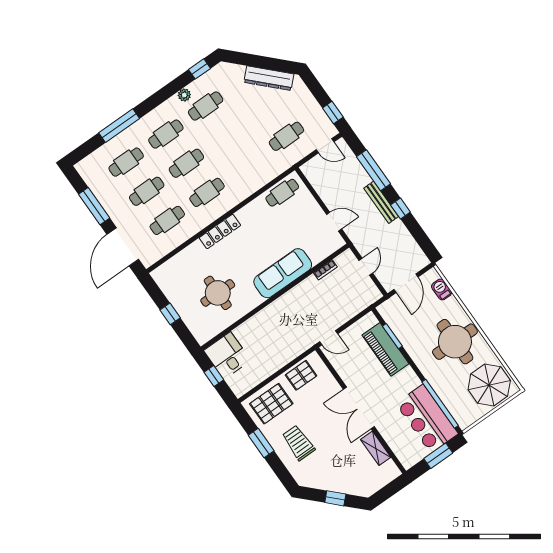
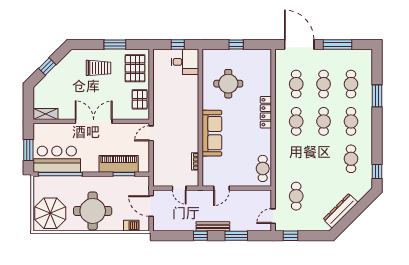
plant: (184, 95) -> (367, 150), removed
window: (119, 126) -> (377, 96), width x0.69
window: (374, 170) -> (236, 236), width x0.69
shelving: (376, 448) -> (46, 114), moved

